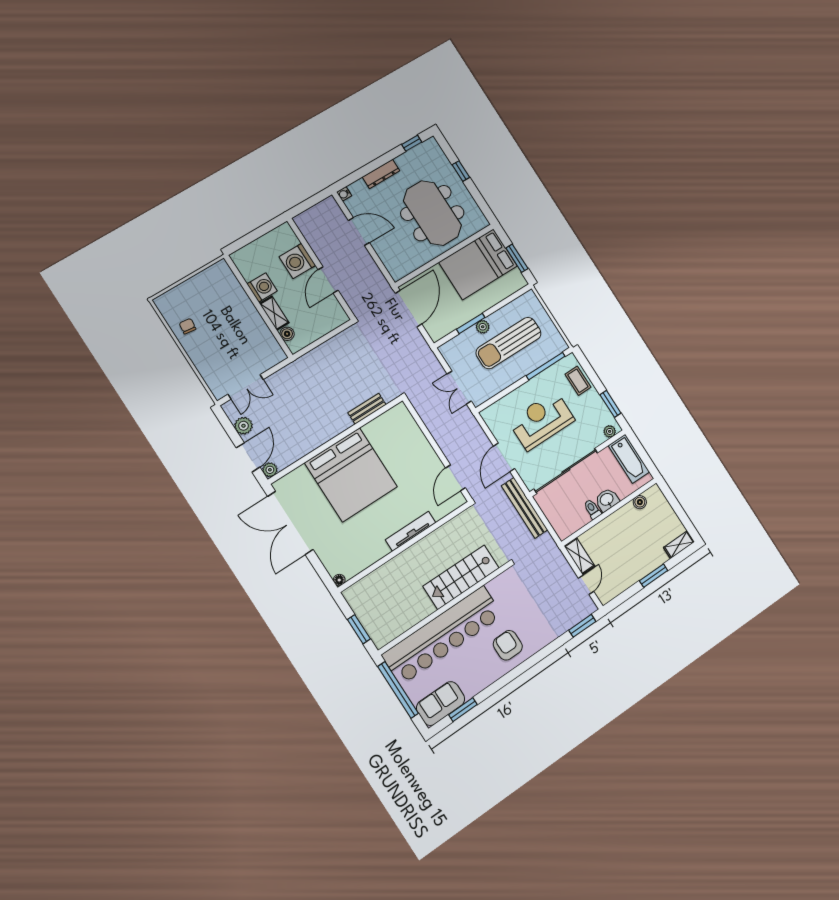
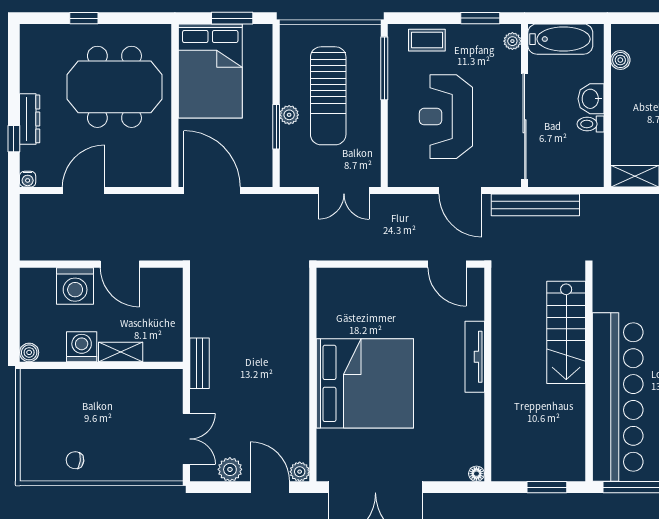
window: (412, 143) -> (14, 139), moved
boiler: (287, 334) -> (29, 352), moved
bench: (367, 409) -> (200, 363), moved

